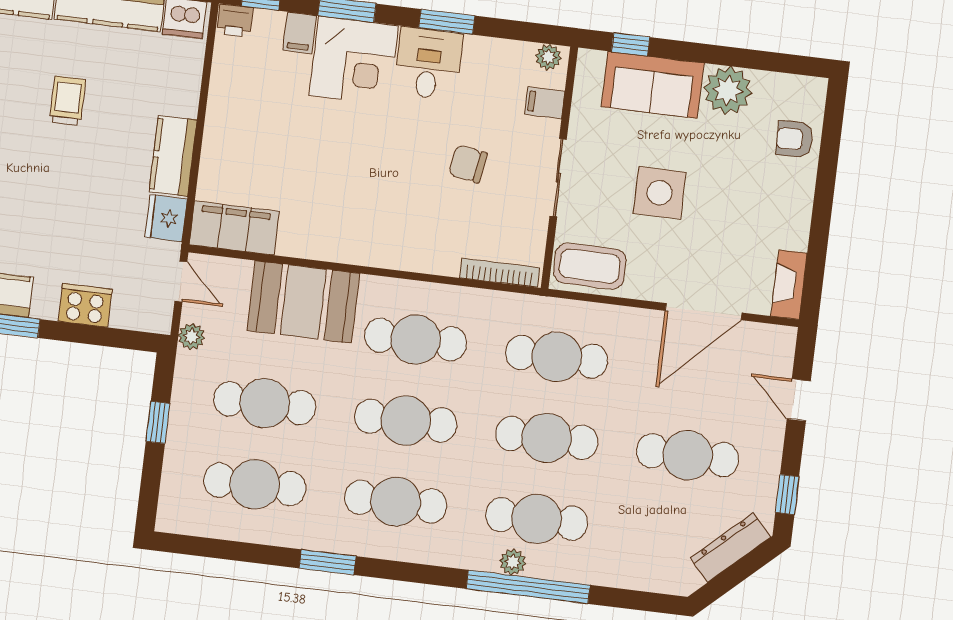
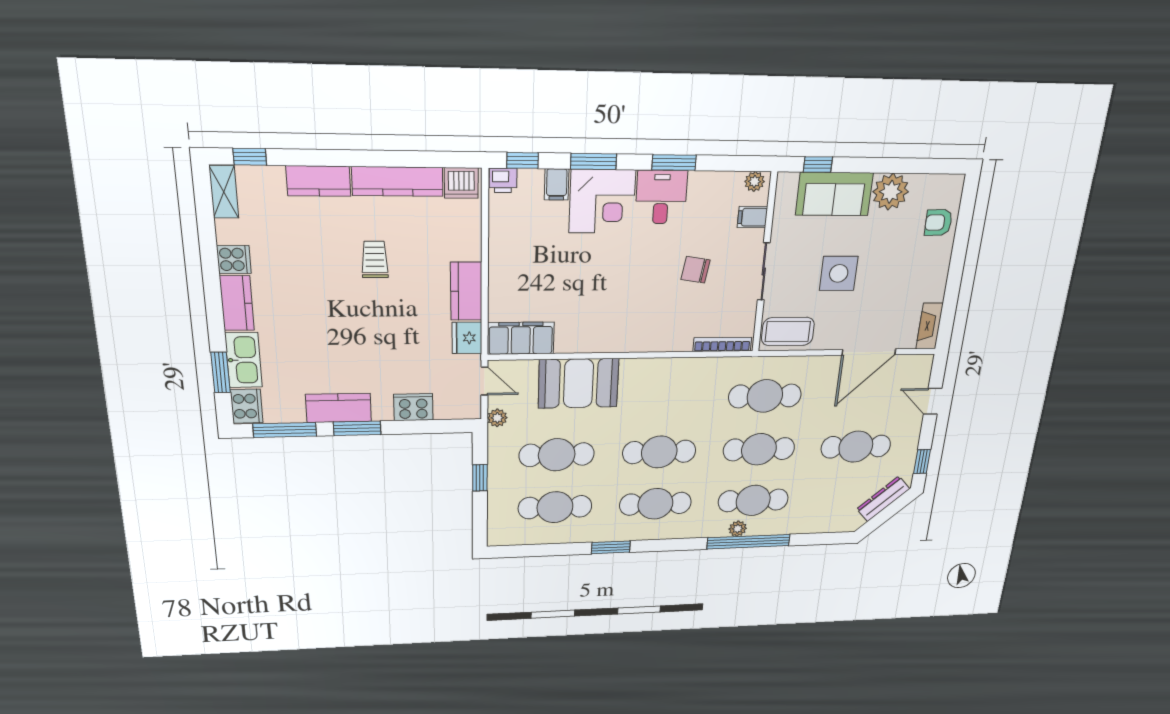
cafe table: (416, 340) -> (663, 398), removed

